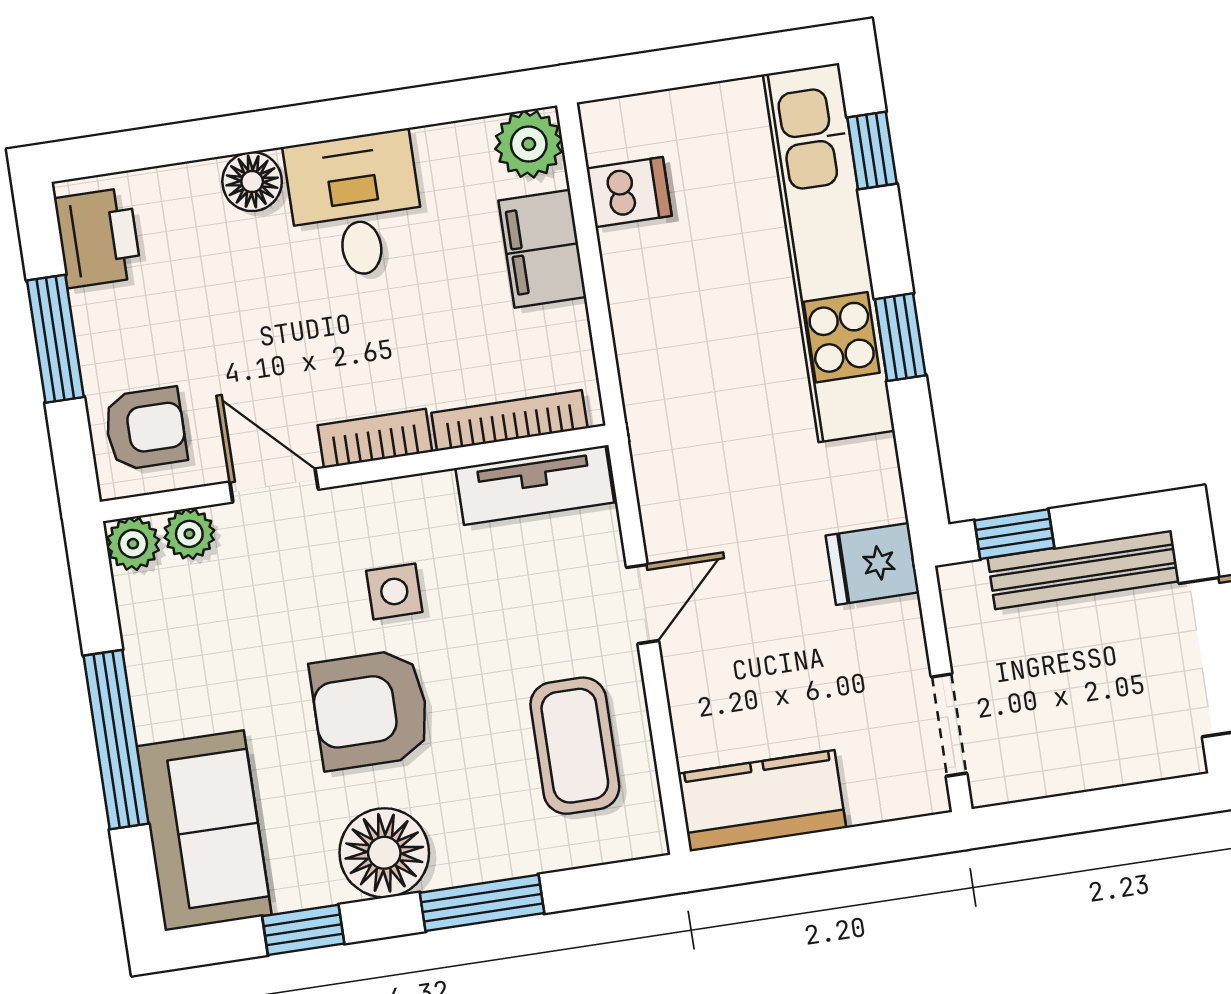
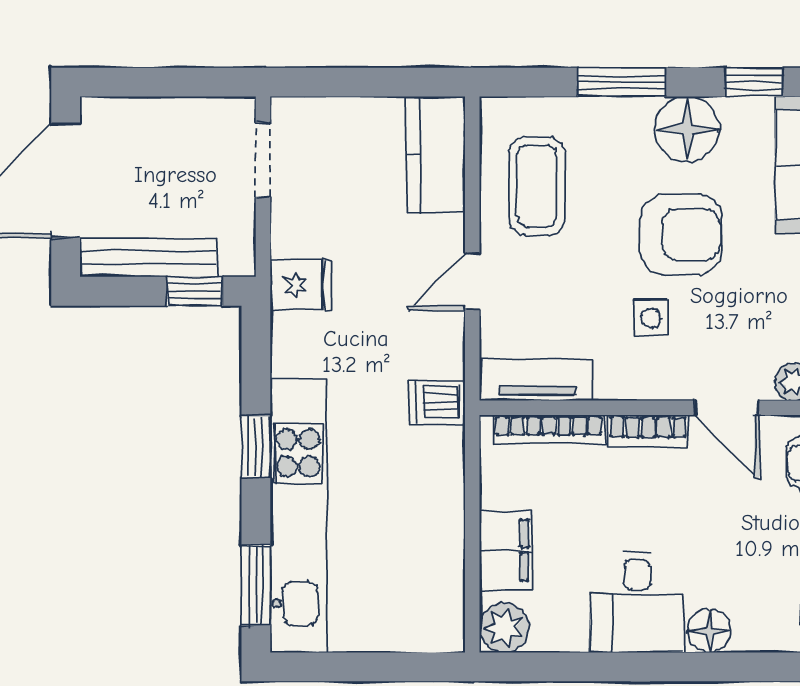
window: (872, 150) -> (256, 585), width x1.50
dishwasher: (629, 192) -> (437, 402), moved
kitchen counter: (762, 801) -> (436, 154), moved, turned 90

